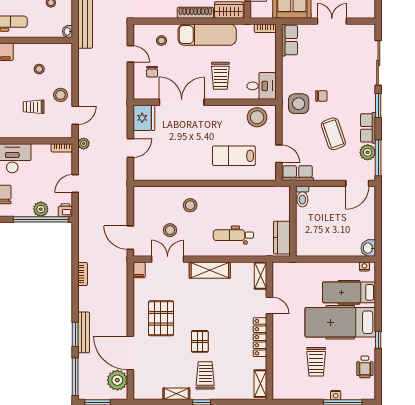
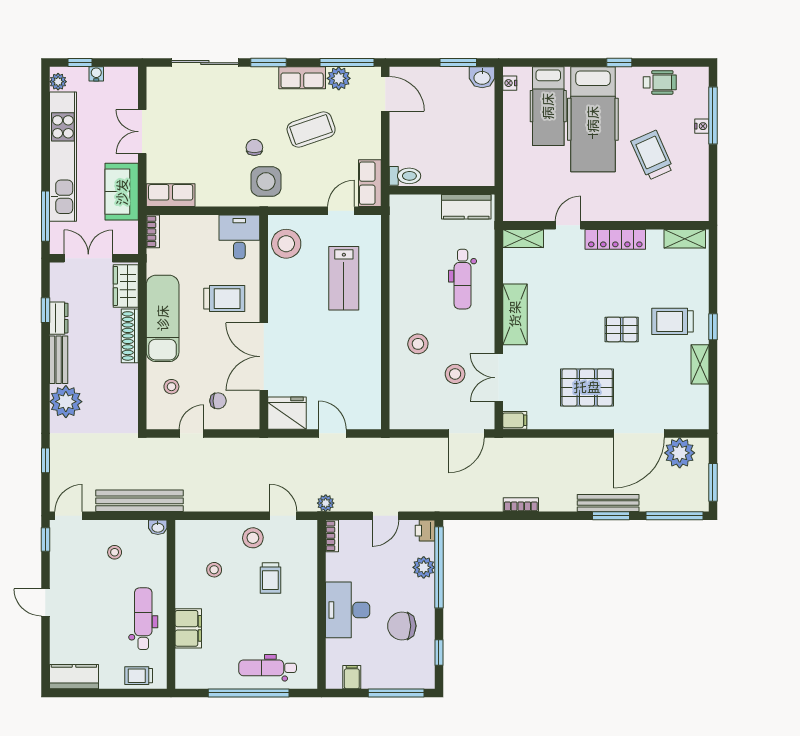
door: (75, 184) -> (385, 516), hinge flipped
window: (378, 232) -> (458, 63), added
trolley: (316, 362) -> (652, 155), turned -114

